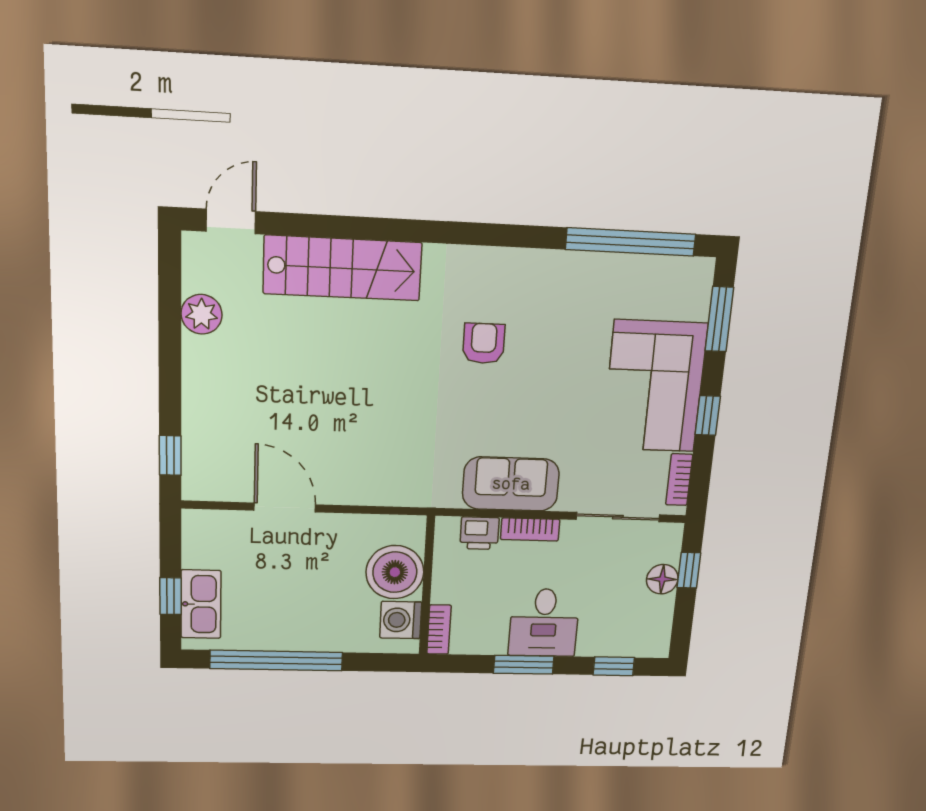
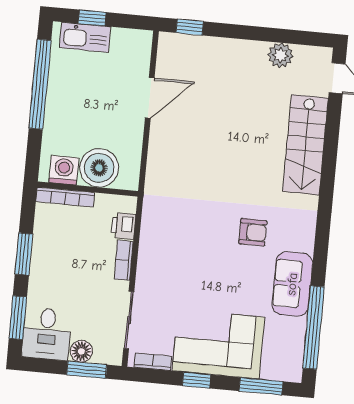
sofa: (511, 484) -> (292, 284), moved, turned 180
window: (689, 570) -> (87, 370), width x1.50
desk: (544, 623) -> (47, 334), moved, turned -90
bookcase: (439, 630) -> (65, 197), width x1.56
window: (614, 666) -> (18, 318), width x1.50

